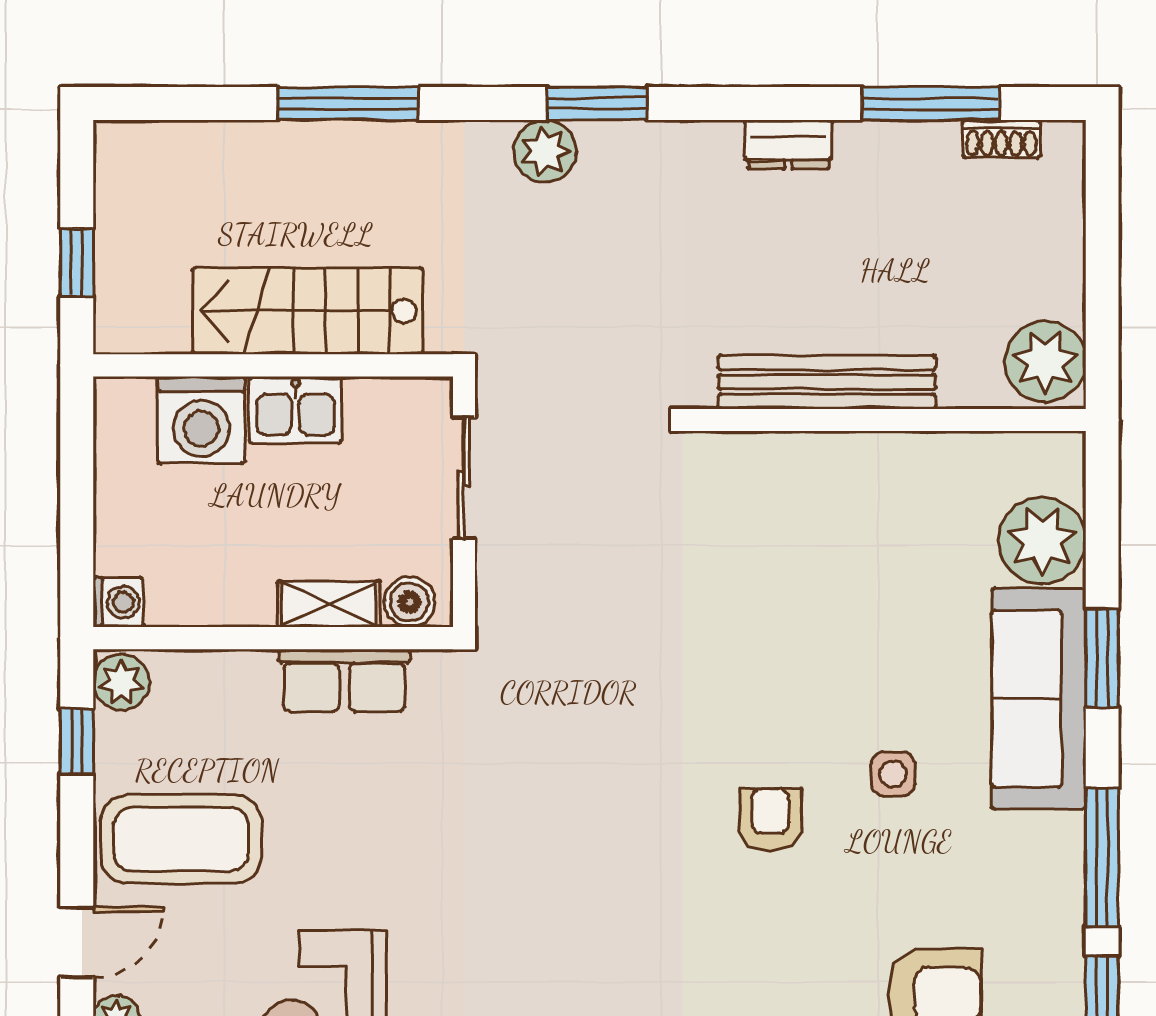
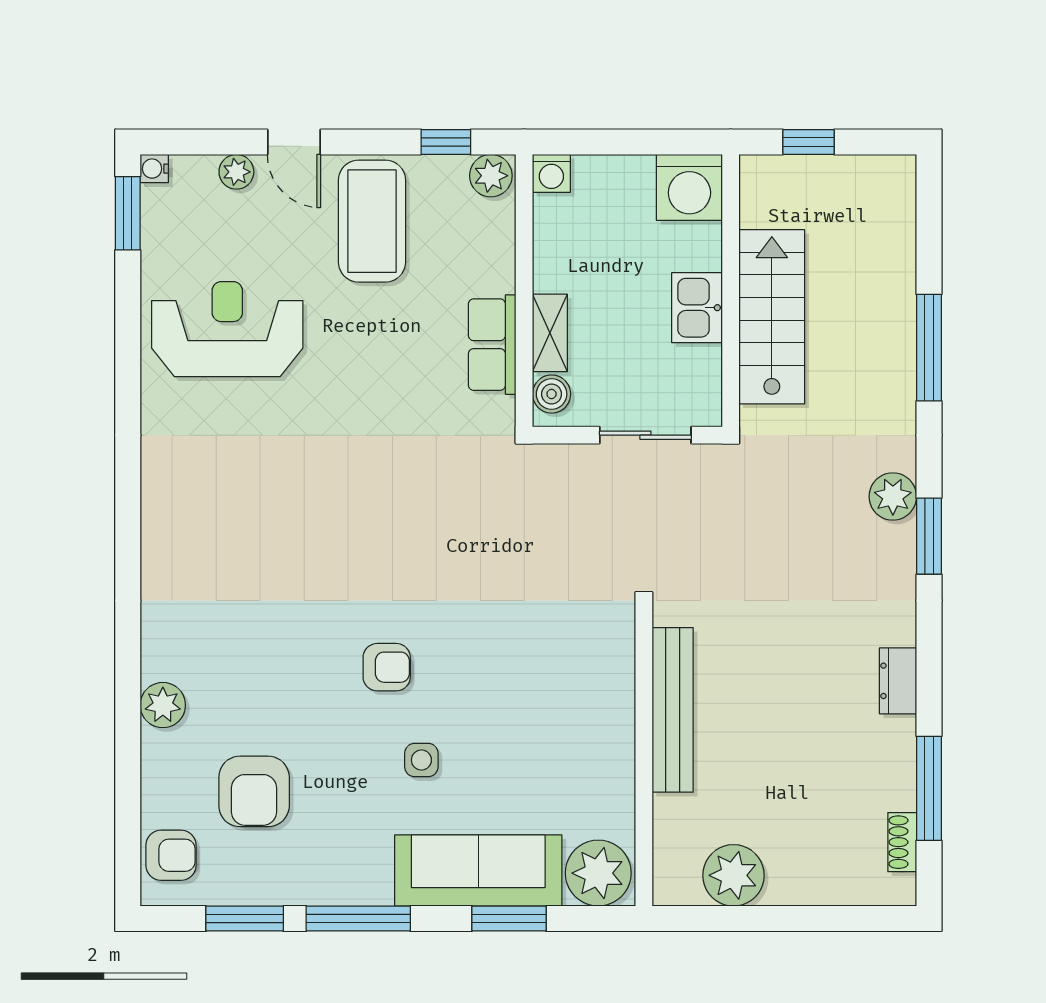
bench: (827, 382) -> (673, 710), moved
washing machine: (201, 420) -> (689, 187), moved, turned -90
wall: (889, 420) -> (644, 757), moved

